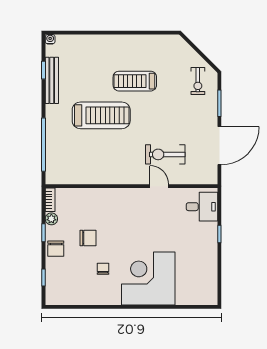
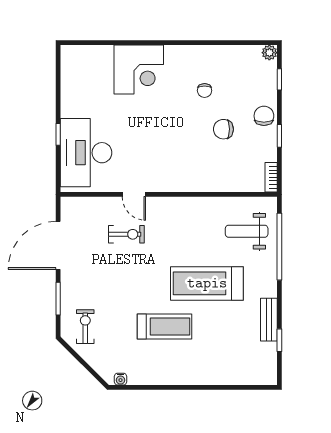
water cooler: (50, 39) -> (120, 379), moved
bench: (52, 80) -> (269, 320), width x0.73
exercise bike: (165, 154) -> (126, 234), width x0.73, depth x0.72
weight bench: (69, 157) -> (247, 231), added
desk: (202, 207) -> (86, 153), width x1.87, depth x1.30
plant: (51, 219) -> (269, 53), moved
corner desk: (148, 278) -> (139, 70), width x0.74, depth x0.74

